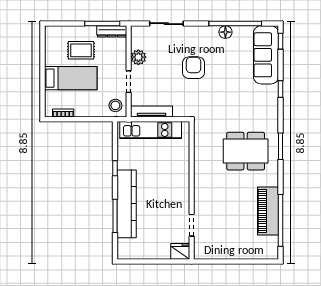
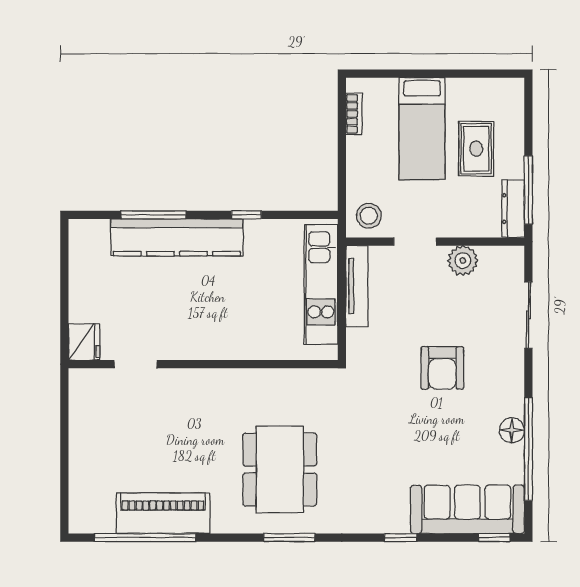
armchair: (193, 68) -> (442, 368), turned 90

